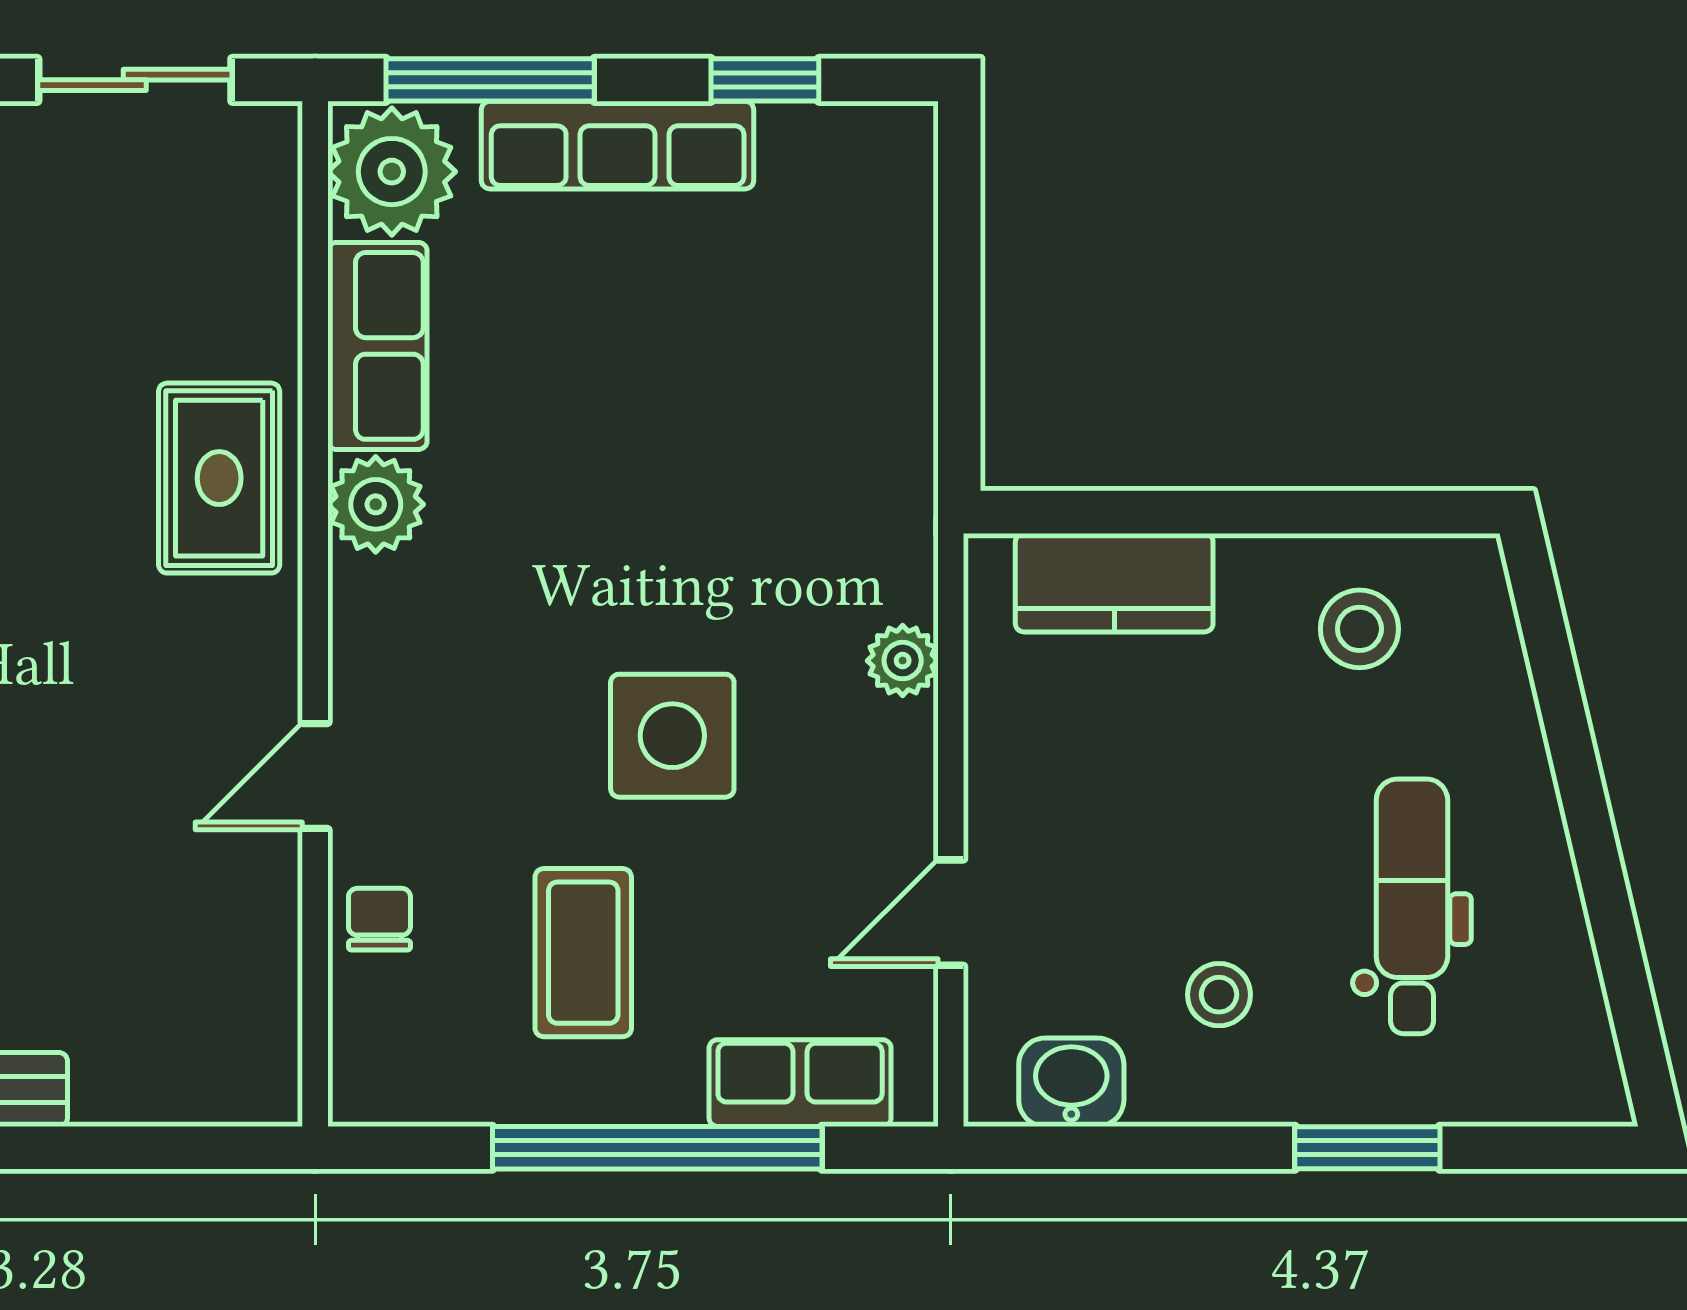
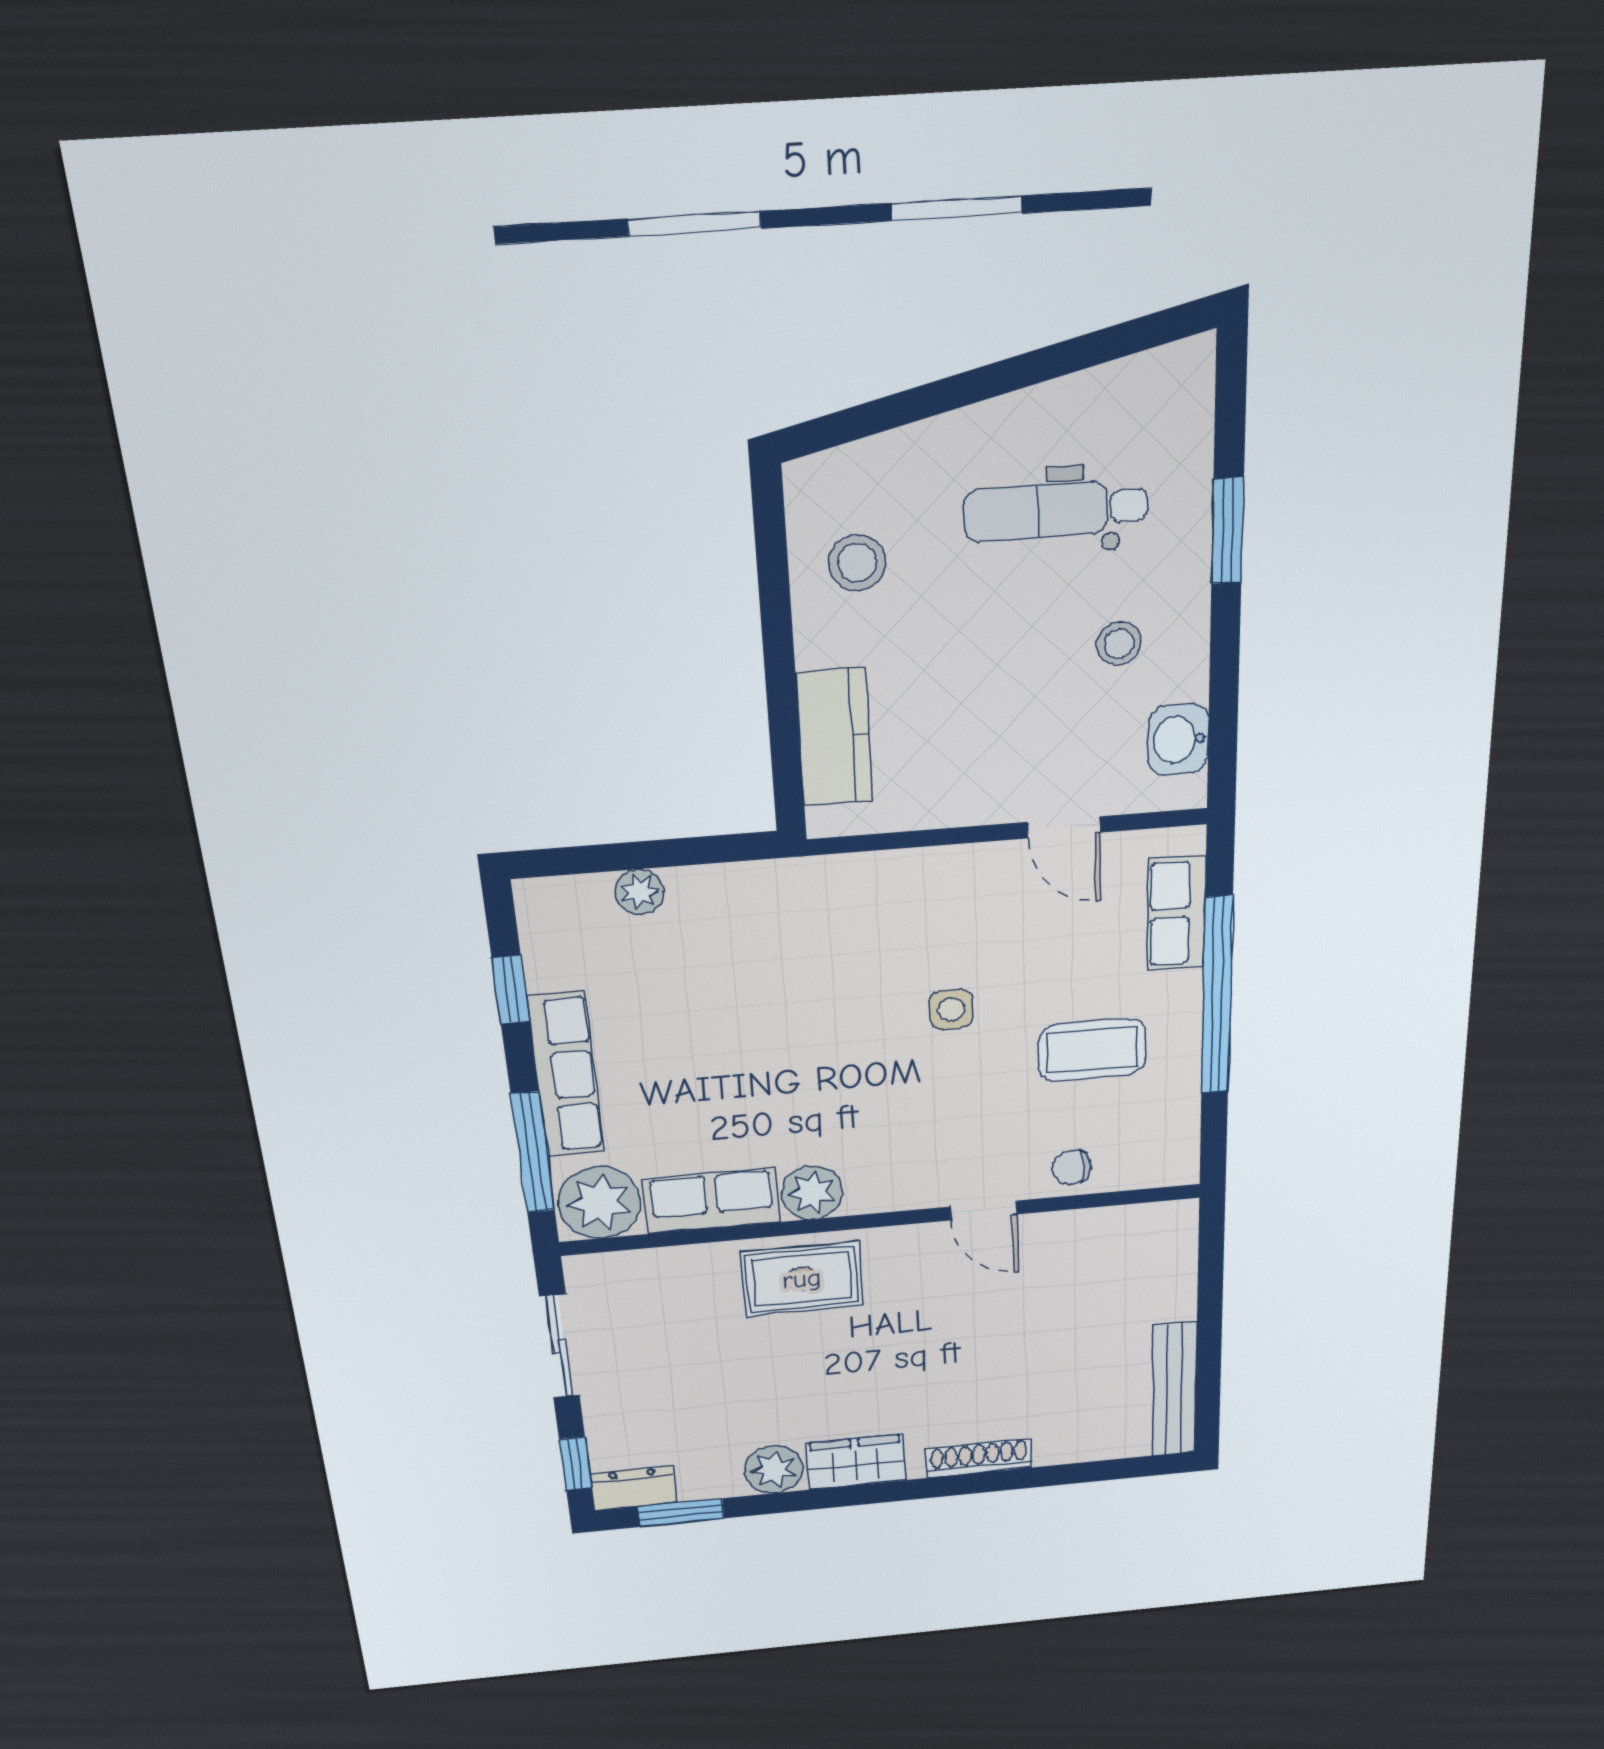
plant: (903, 661) -> (639, 892), moved
side table: (672, 736) -> (951, 1009), width x0.54, depth x0.54

